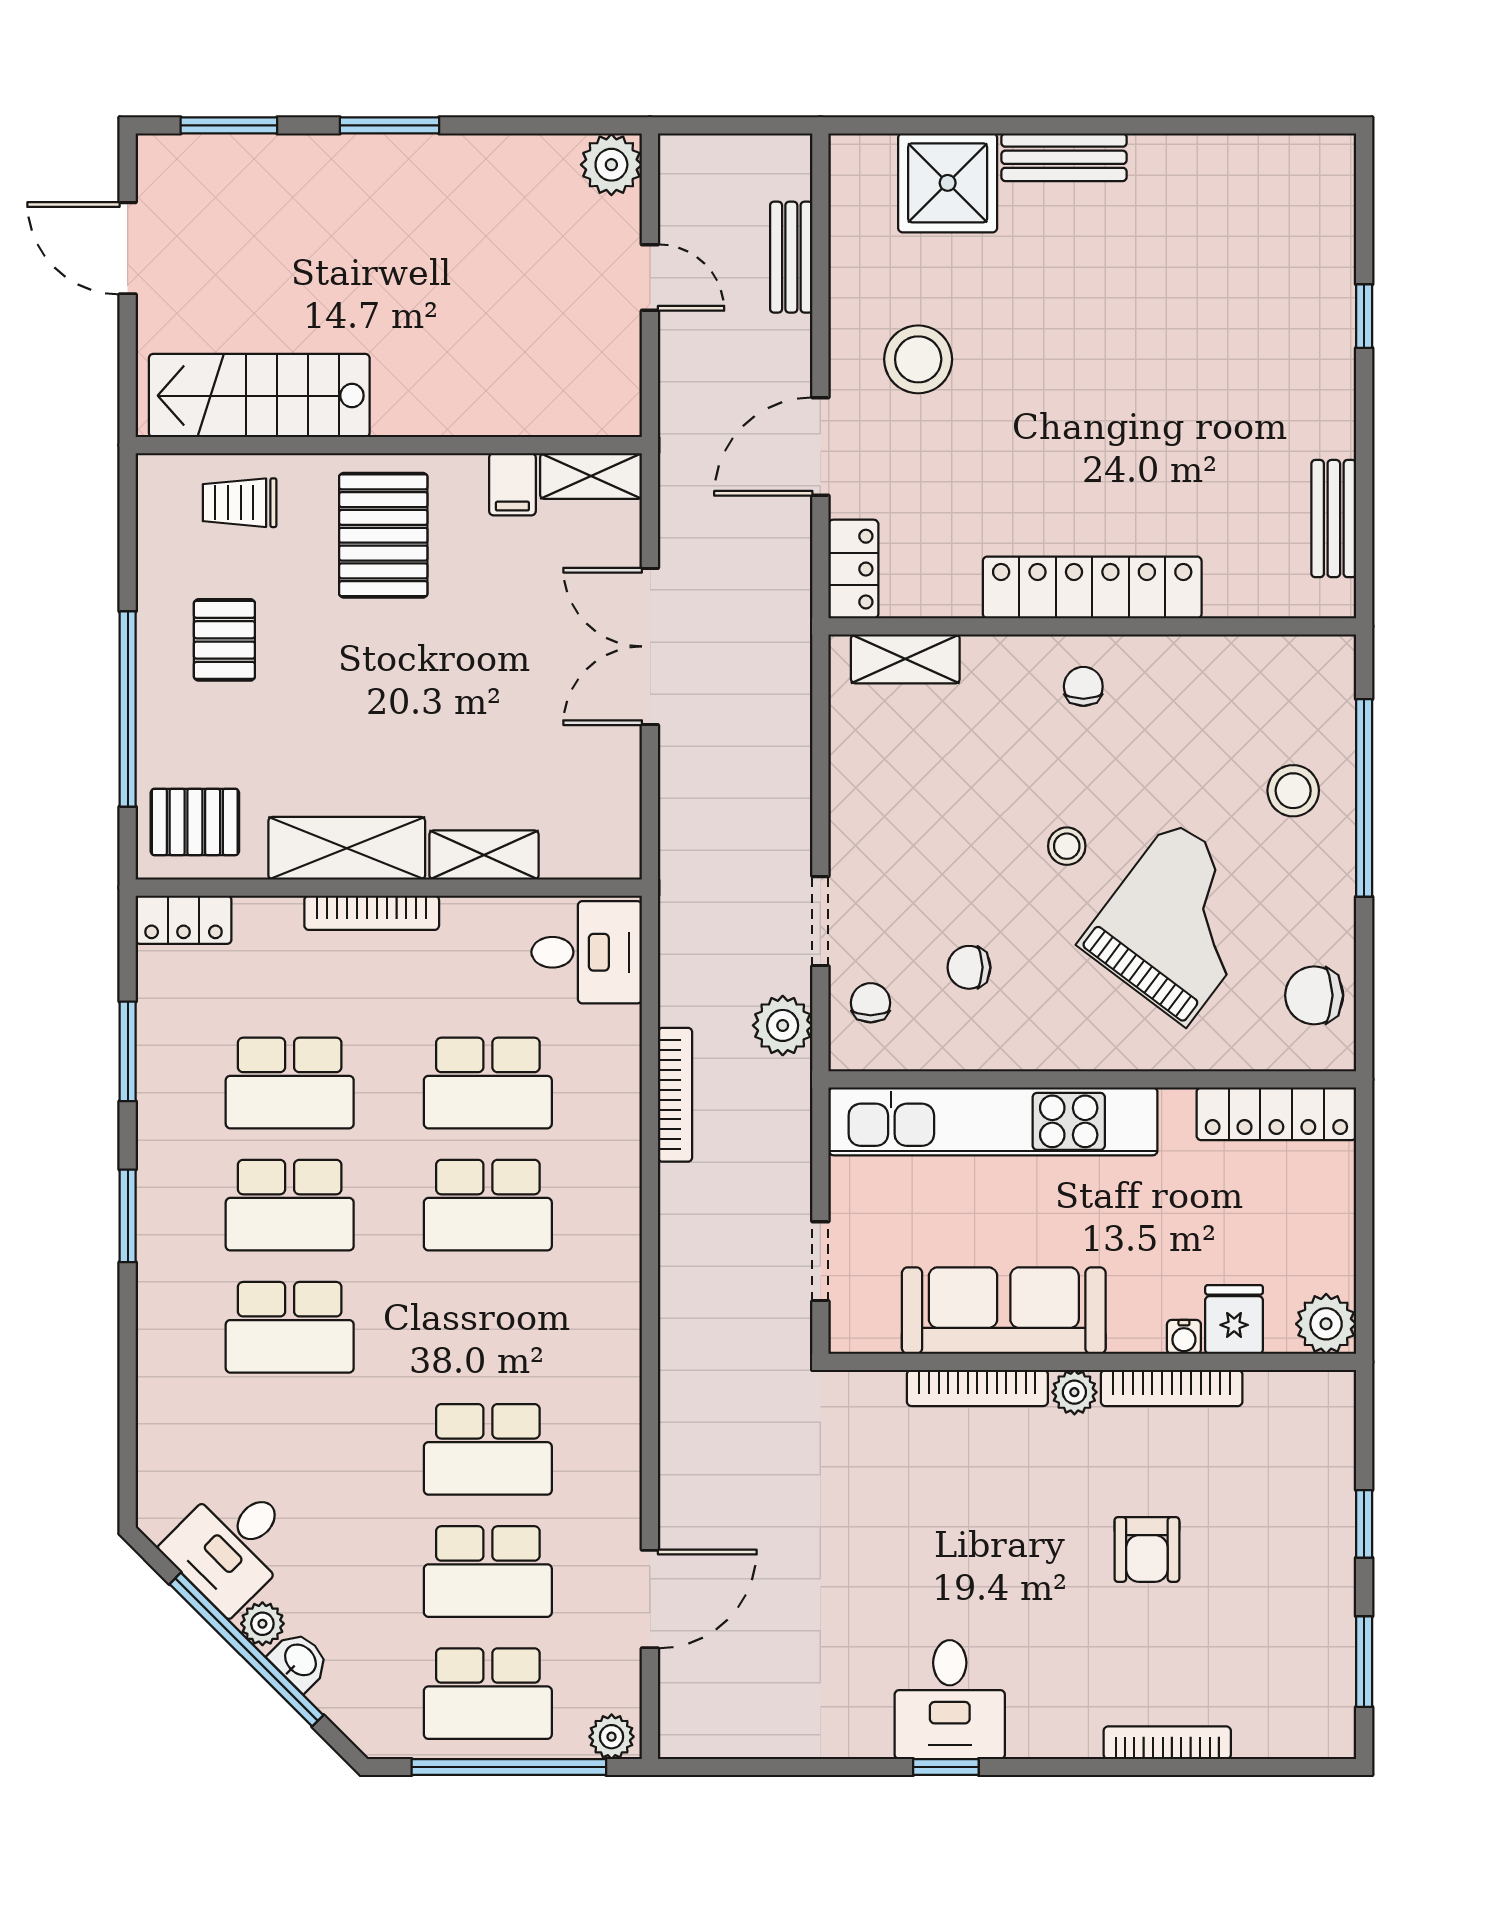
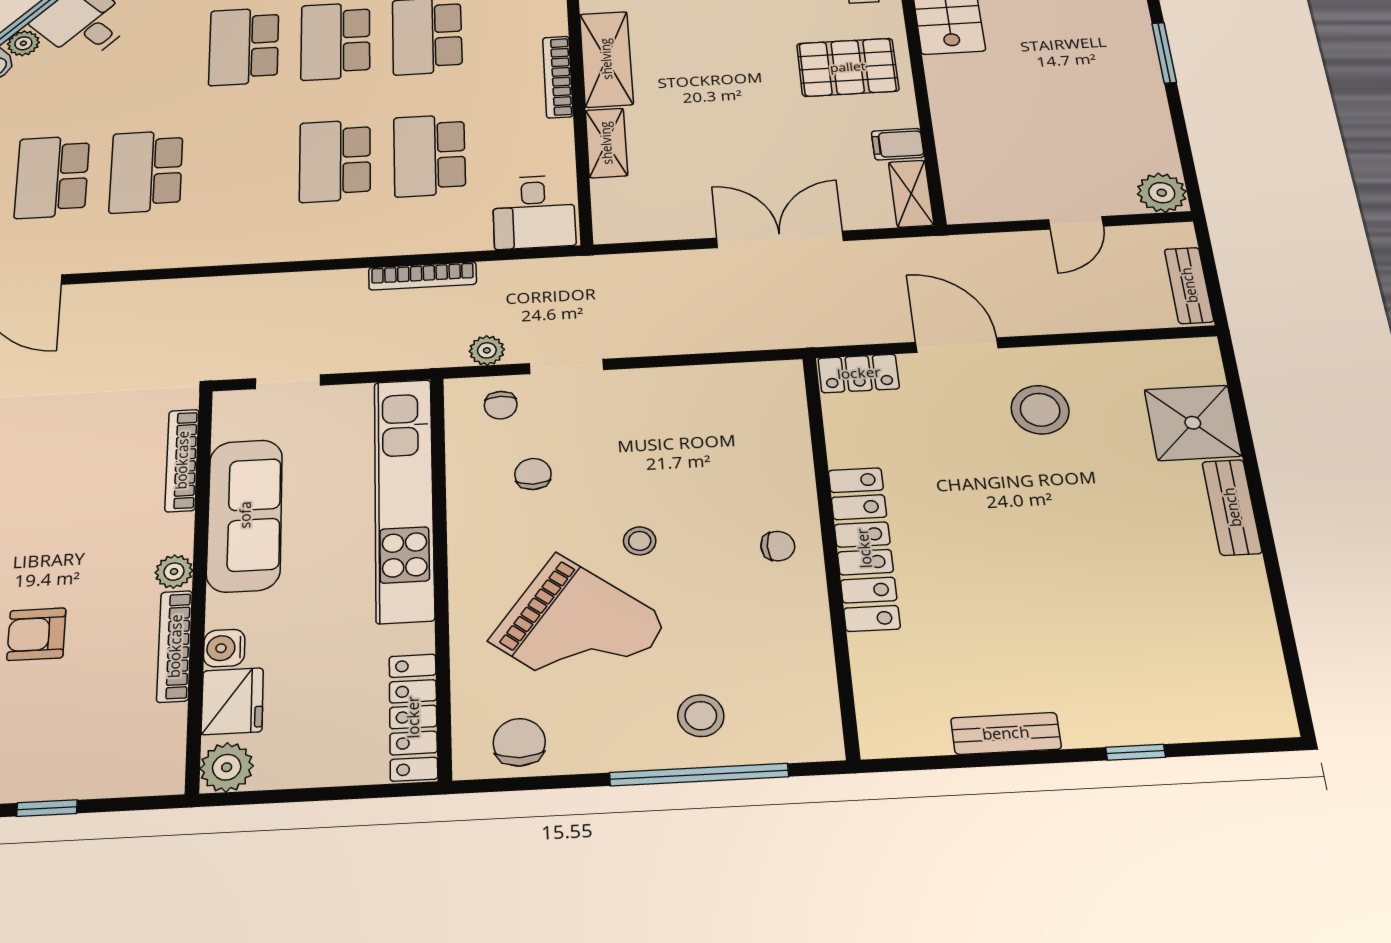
bench: (791, 257) -> (1189, 285), moved, turned 90
bench: (1334, 519) -> (1006, 733), moved
shelving: (905, 659) -> (788, 414), removed
chair: (871, 1003) -> (501, 405), turned 90
plant: (783, 1025) -> (487, 350), width x0.73, depth x0.73
fridge: (1234, 1319) -> (232, 701), width x1.38
water cooler: (1184, 1337) -> (224, 648), width x1.38, depth x1.38
bookcase: (977, 1388) -> (182, 460), moved

